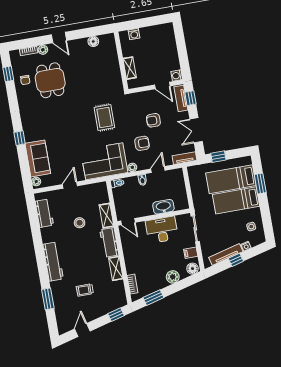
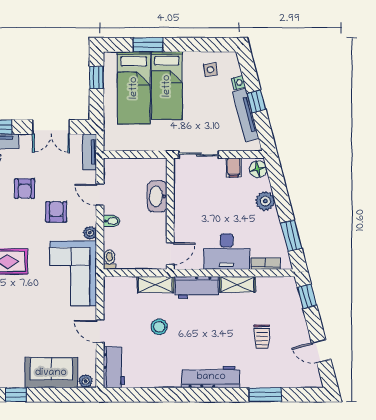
window: (218, 157) -> (96, 77), moved
workbench: (44, 213) -> (114, 367), moved, turned 90
desk: (162, 230) -> (227, 252), moved, turned -90

